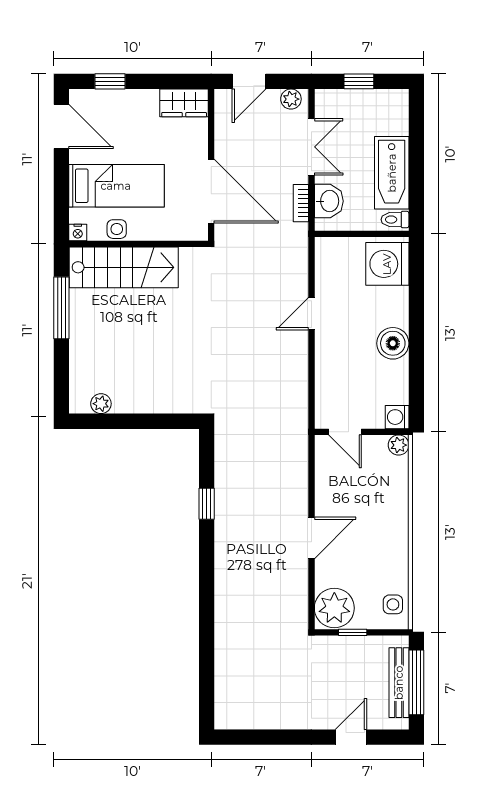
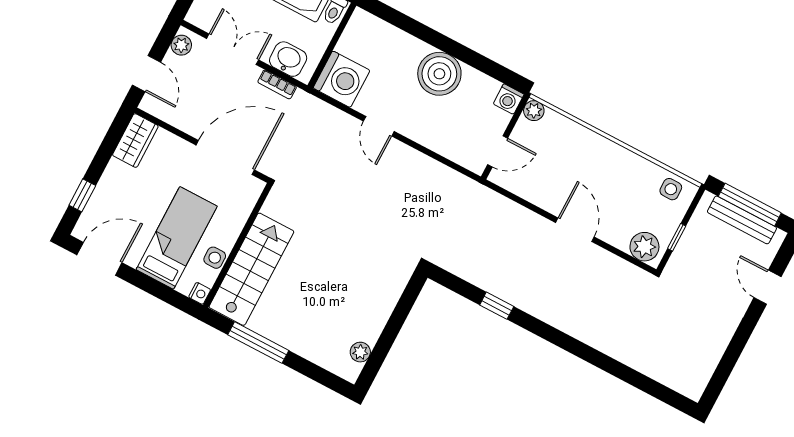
washing machine: (387, 264) -> (341, 79), moved, turned -90
boiler: (393, 343) -> (439, 74), width x1.37, depth x1.37
plant: (334, 608) -> (644, 247), width x0.73, depth x0.73

